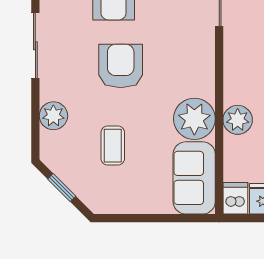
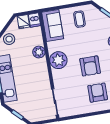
plant: (194, 119) -> (58, 60), moved
coffee table: (113, 146) -> (79, 19), moved

